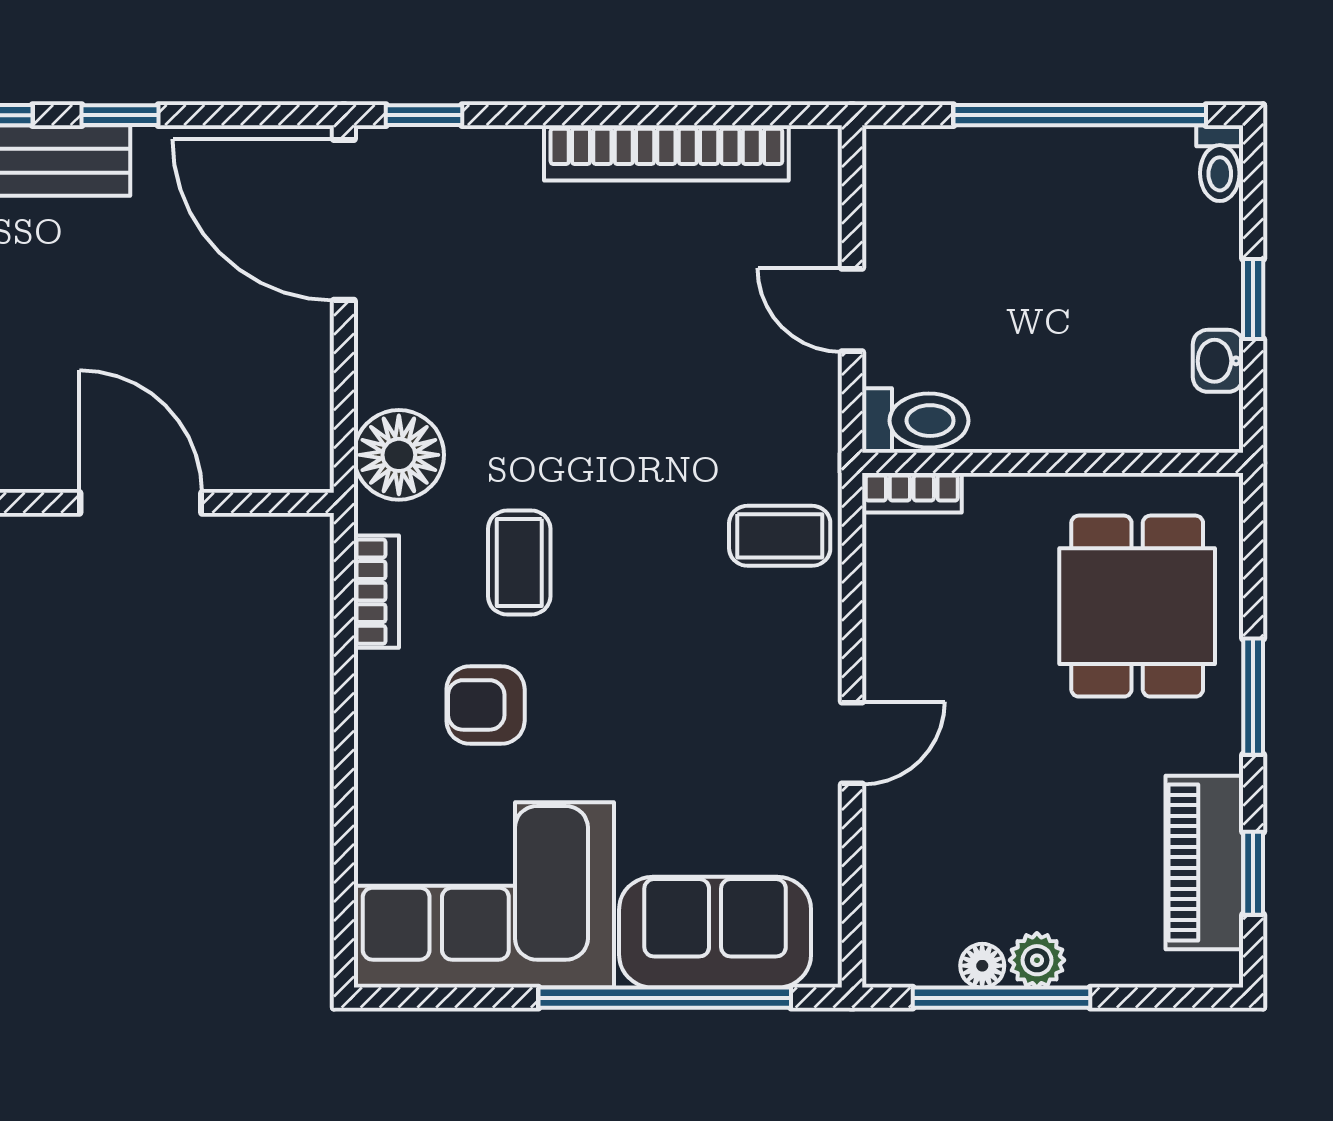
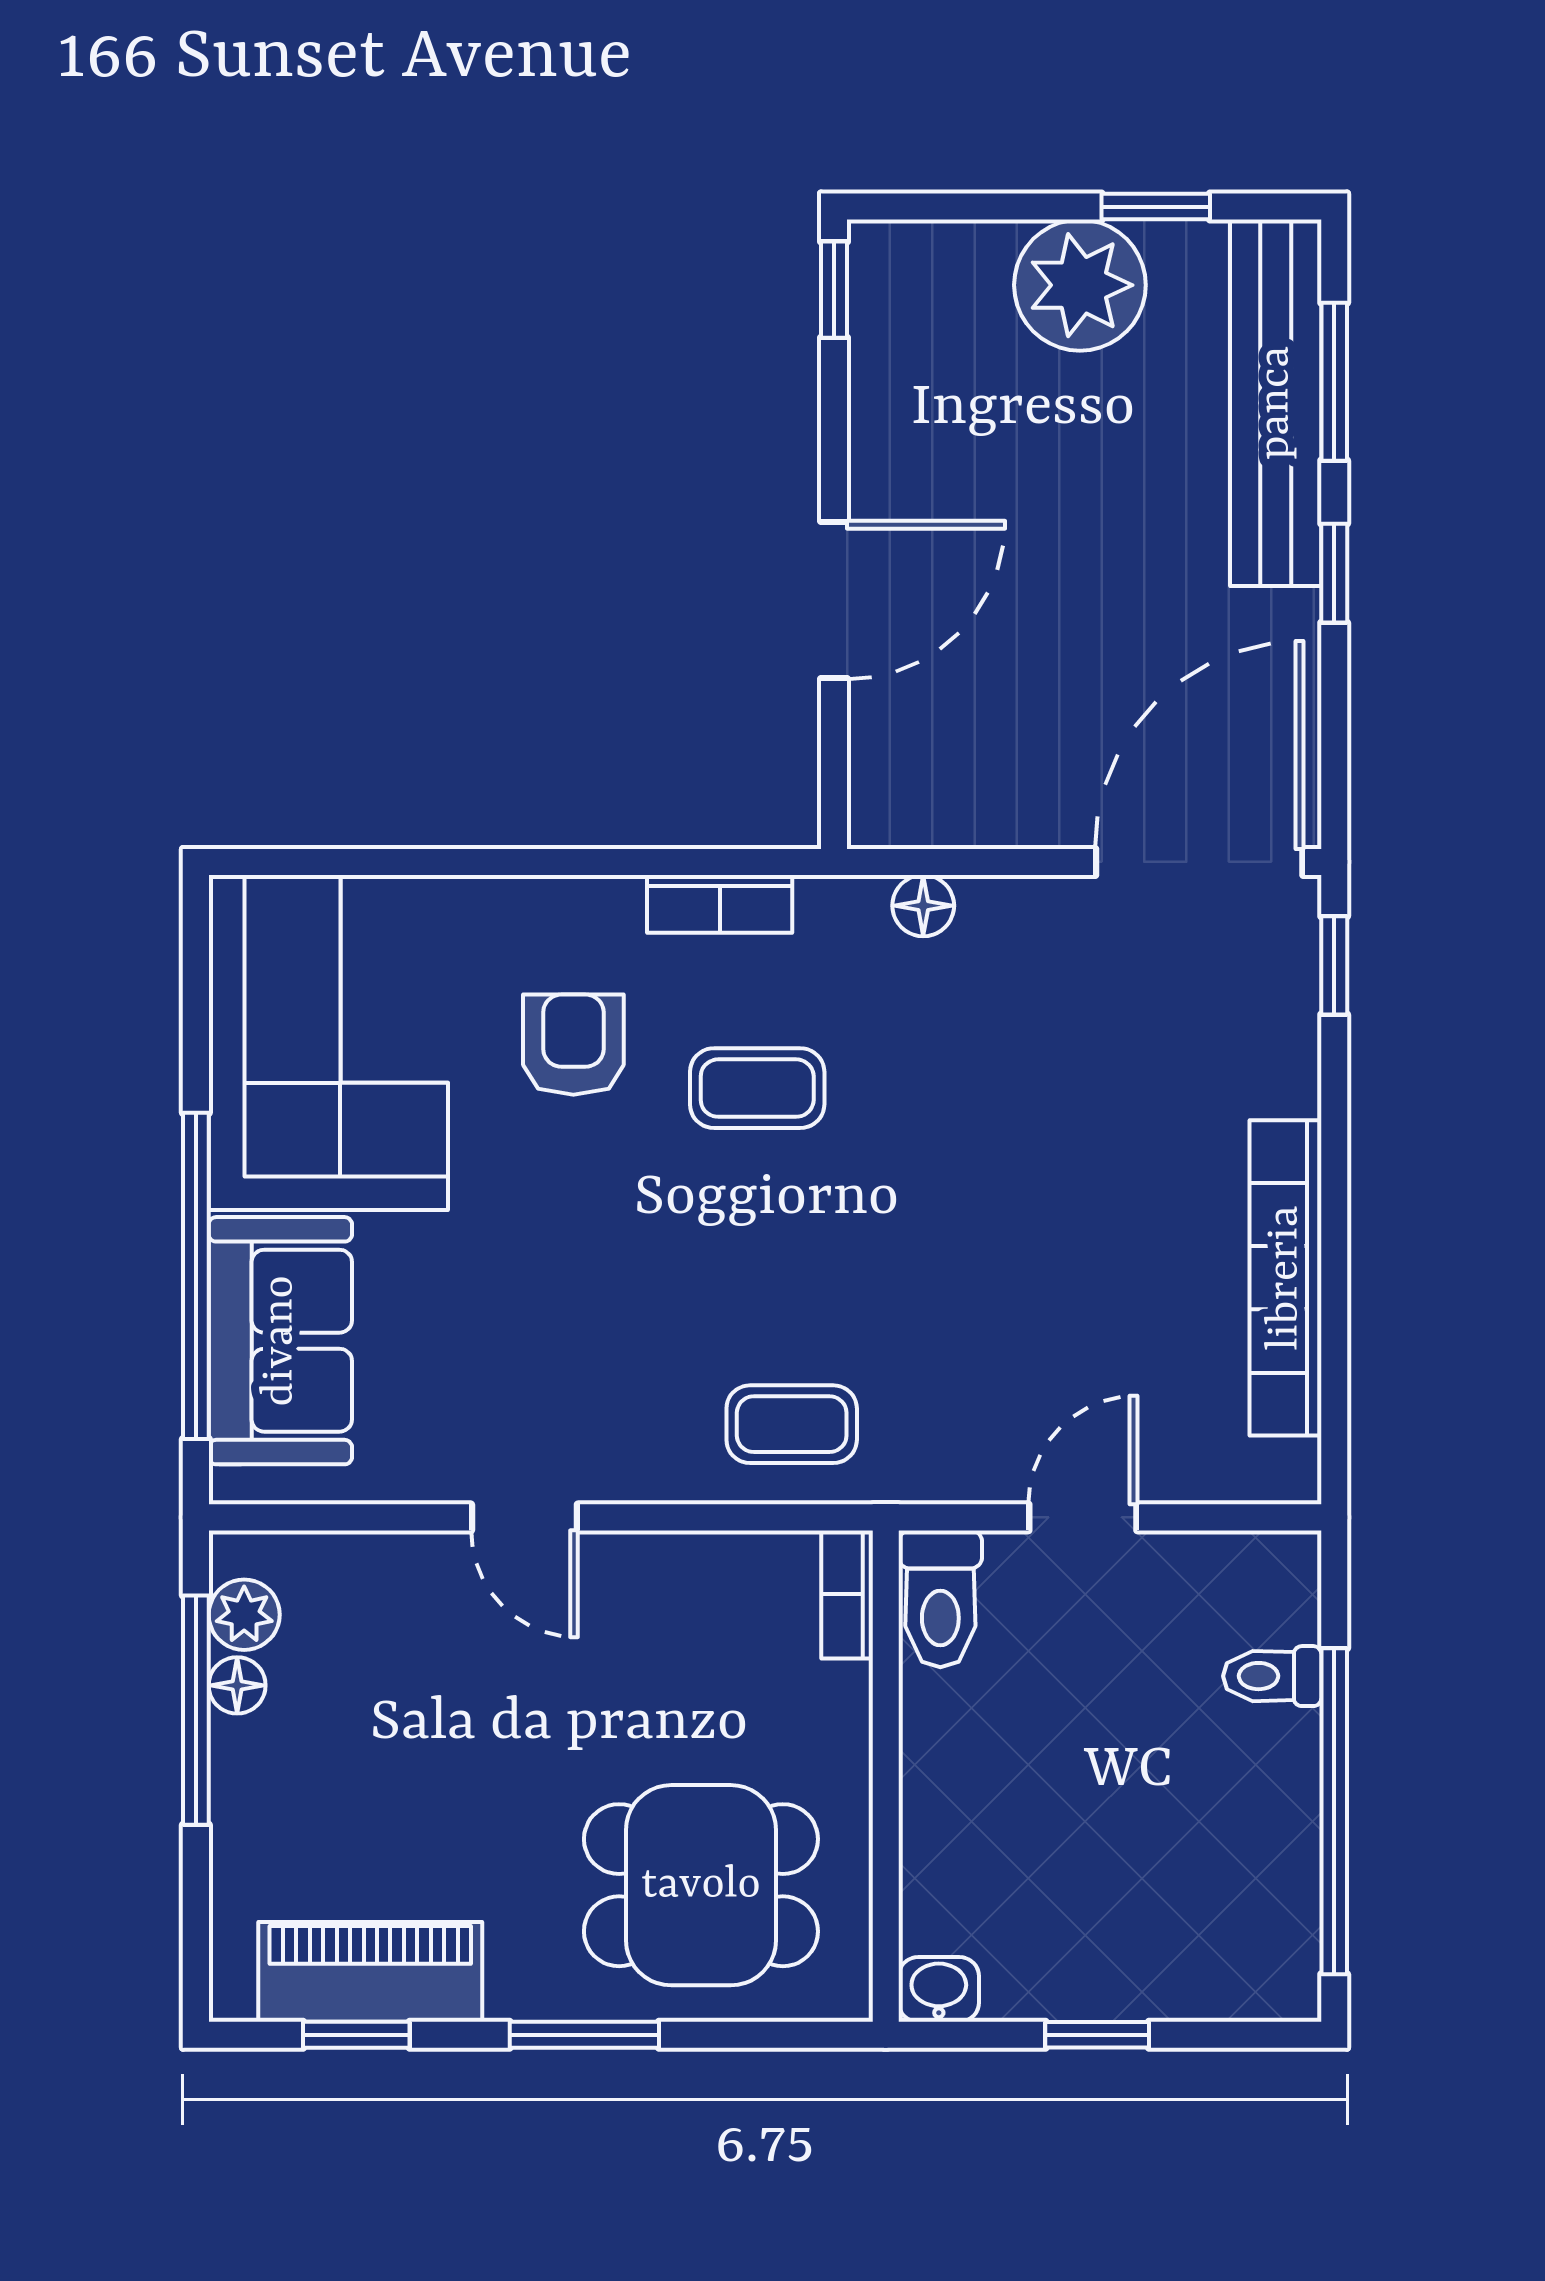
toilet: (1220, 163) -> (1272, 1676), moved
washbasin: (1218, 361) -> (939, 1989), moved
floor lamp: (399, 455) -> (923, 906), width x0.53, depth x0.53
coffee table: (780, 536) -> (792, 1424), turned 90
plant: (1037, 960) -> (244, 1615), moved

